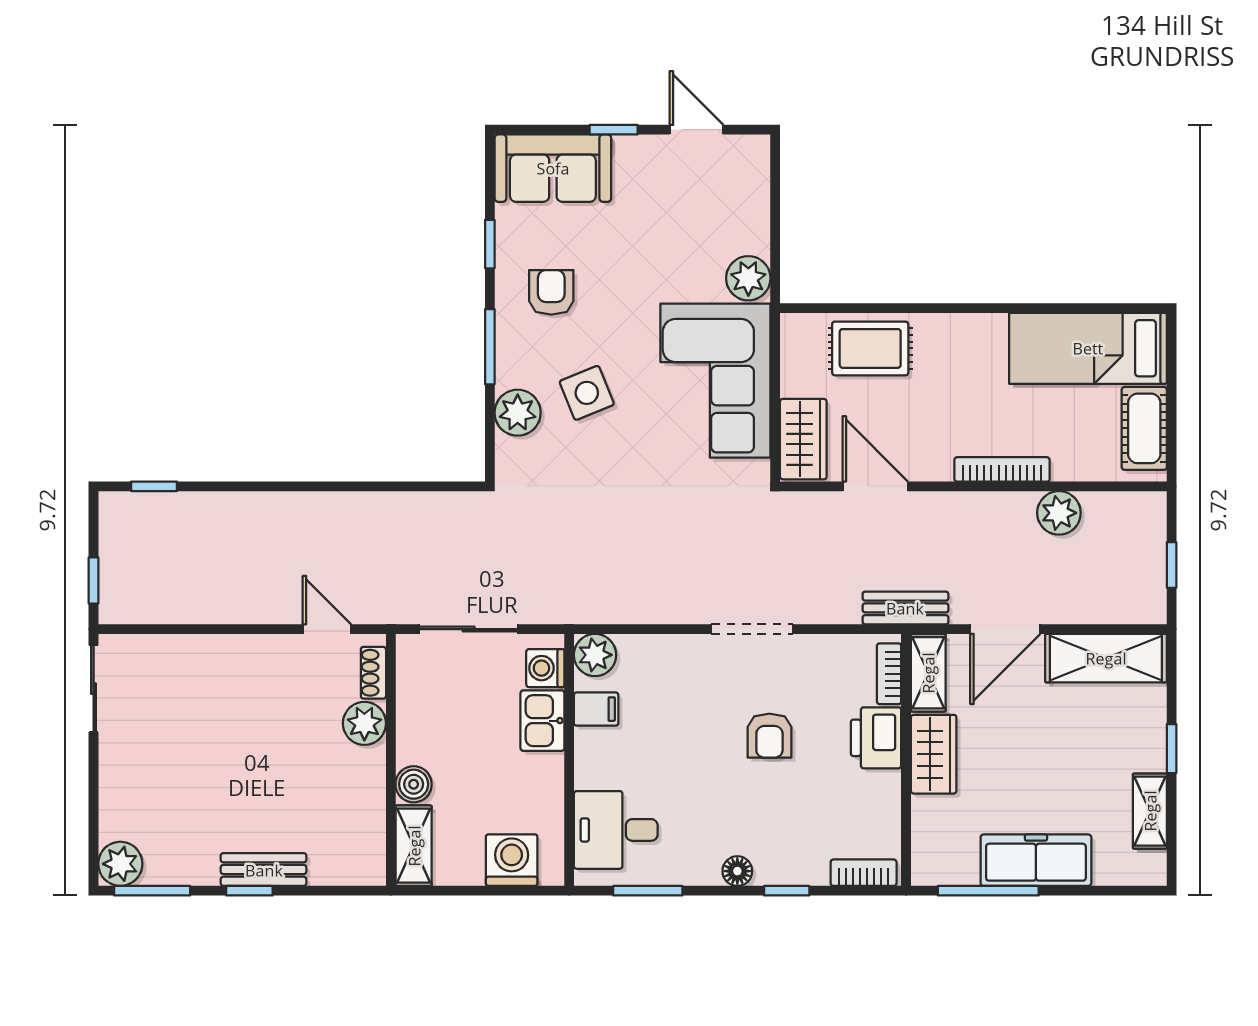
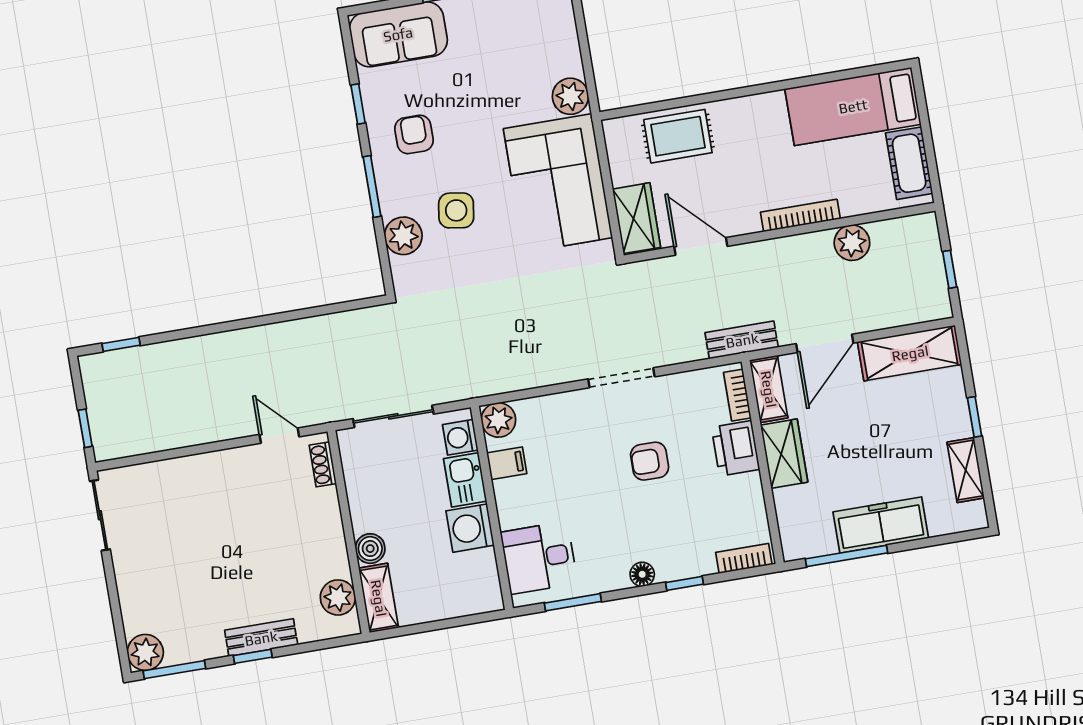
side table: (587, 393) -> (456, 210), turned 31
plant: (364, 723) -> (338, 597), moved
armchair: (769, 736) -> (650, 461), turned 90
washing machine: (512, 860) -> (470, 528), moved, turned -90

